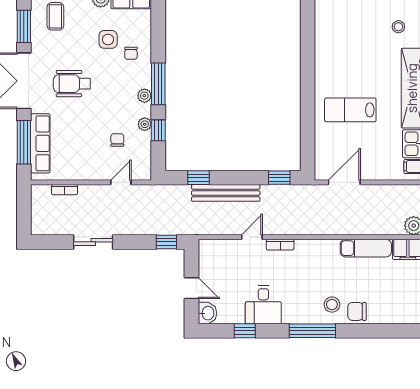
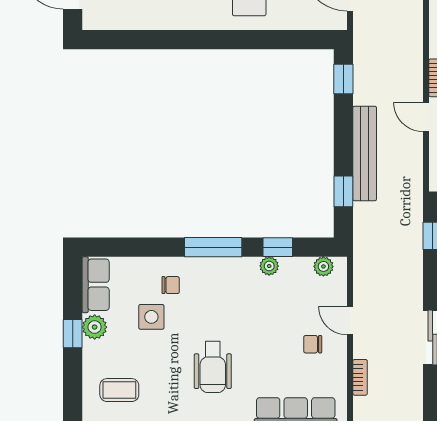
plant: (144, 96) -> (323, 266), moved
chair: (117, 140) -> (313, 344), moved
door: (121, 182) -> (350, 321), moved

